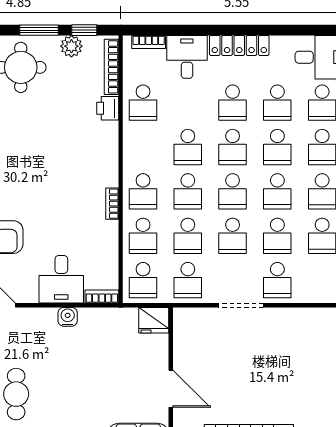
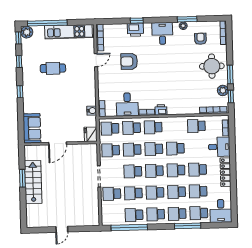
printer: (108, 108) -> (161, 110), moved
desk: (61, 279) -> (127, 104), moved, turned -90
water cooler: (68, 317) -> (92, 111), moved

